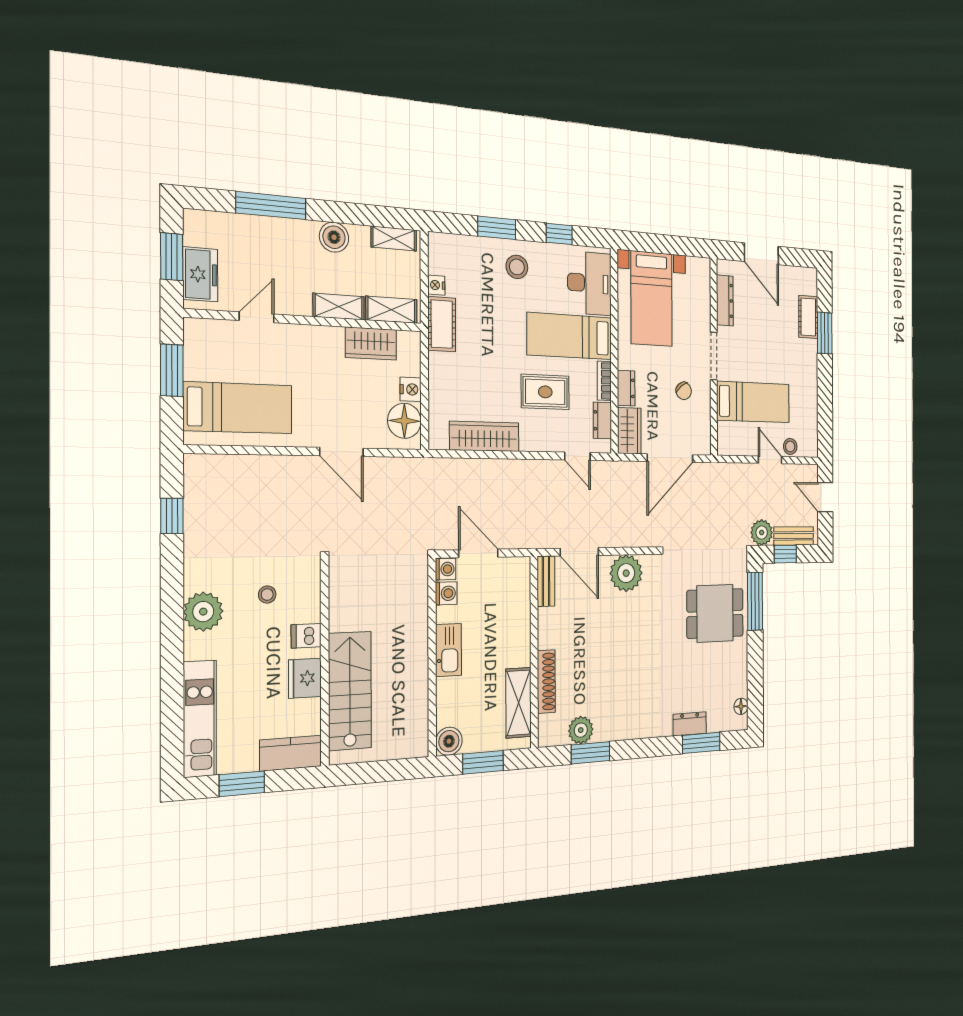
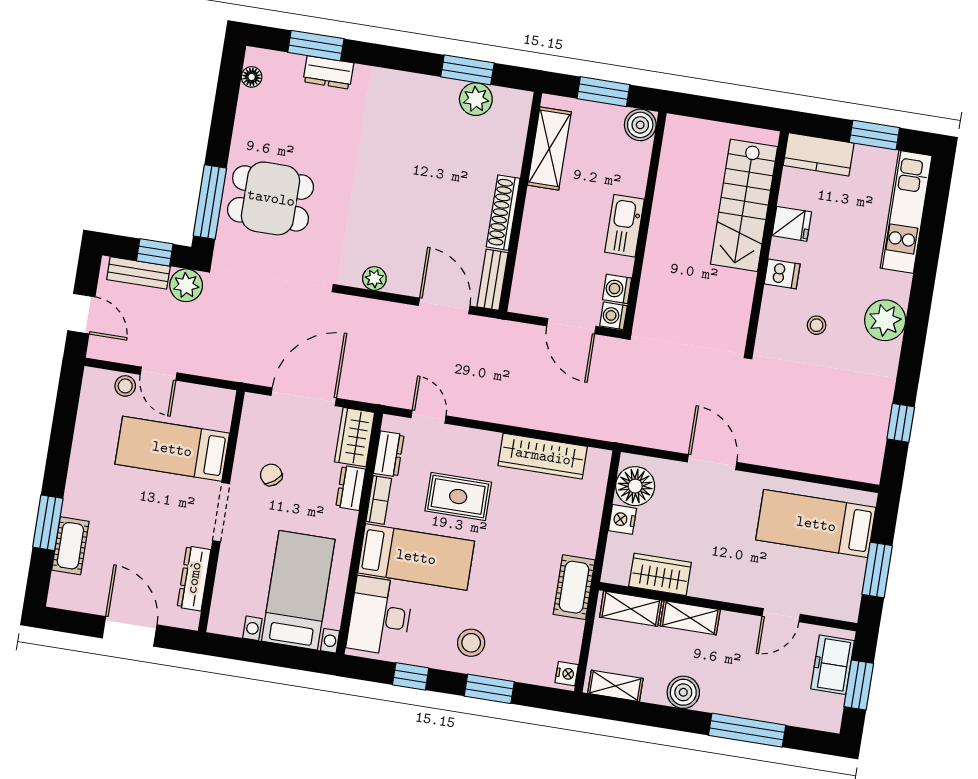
nightstand: (436, 285) -> (567, 674), moved
plant: (626, 573) -> (374, 278), width x0.53, depth x0.53
fridge: (305, 678) -> (792, 224), width x0.72
shoe rack: (546, 682) -> (503, 213), moved

